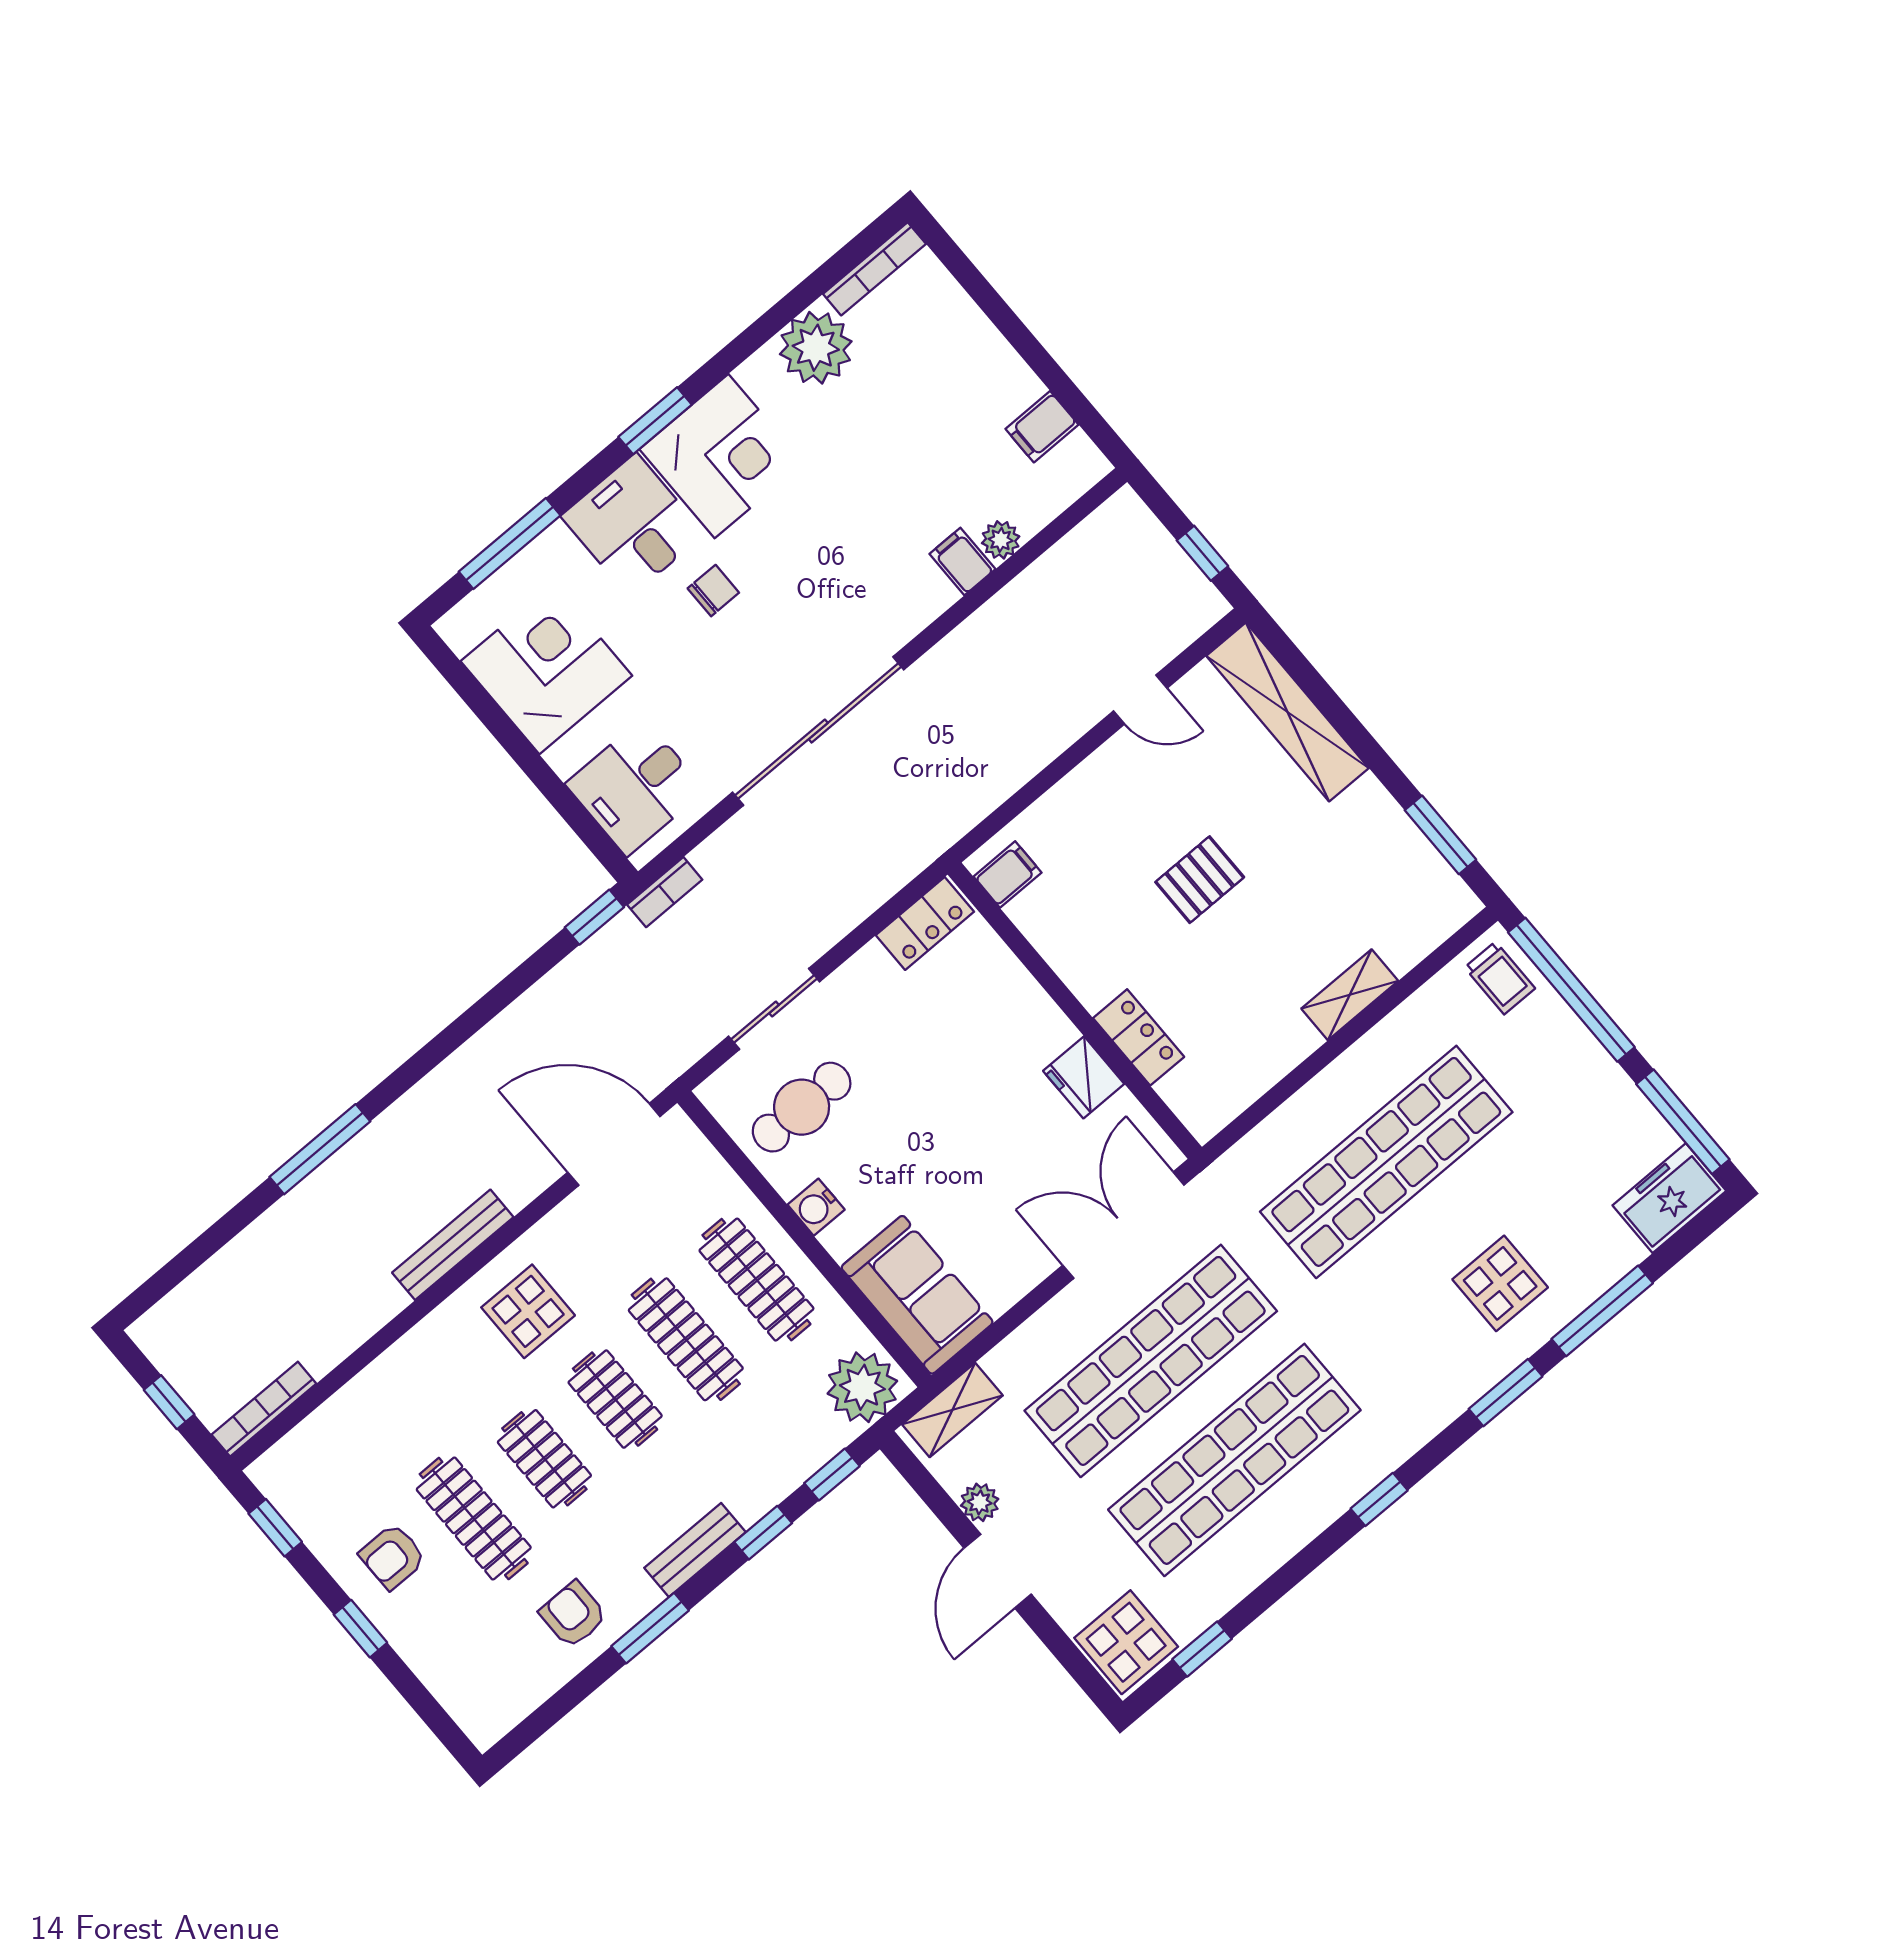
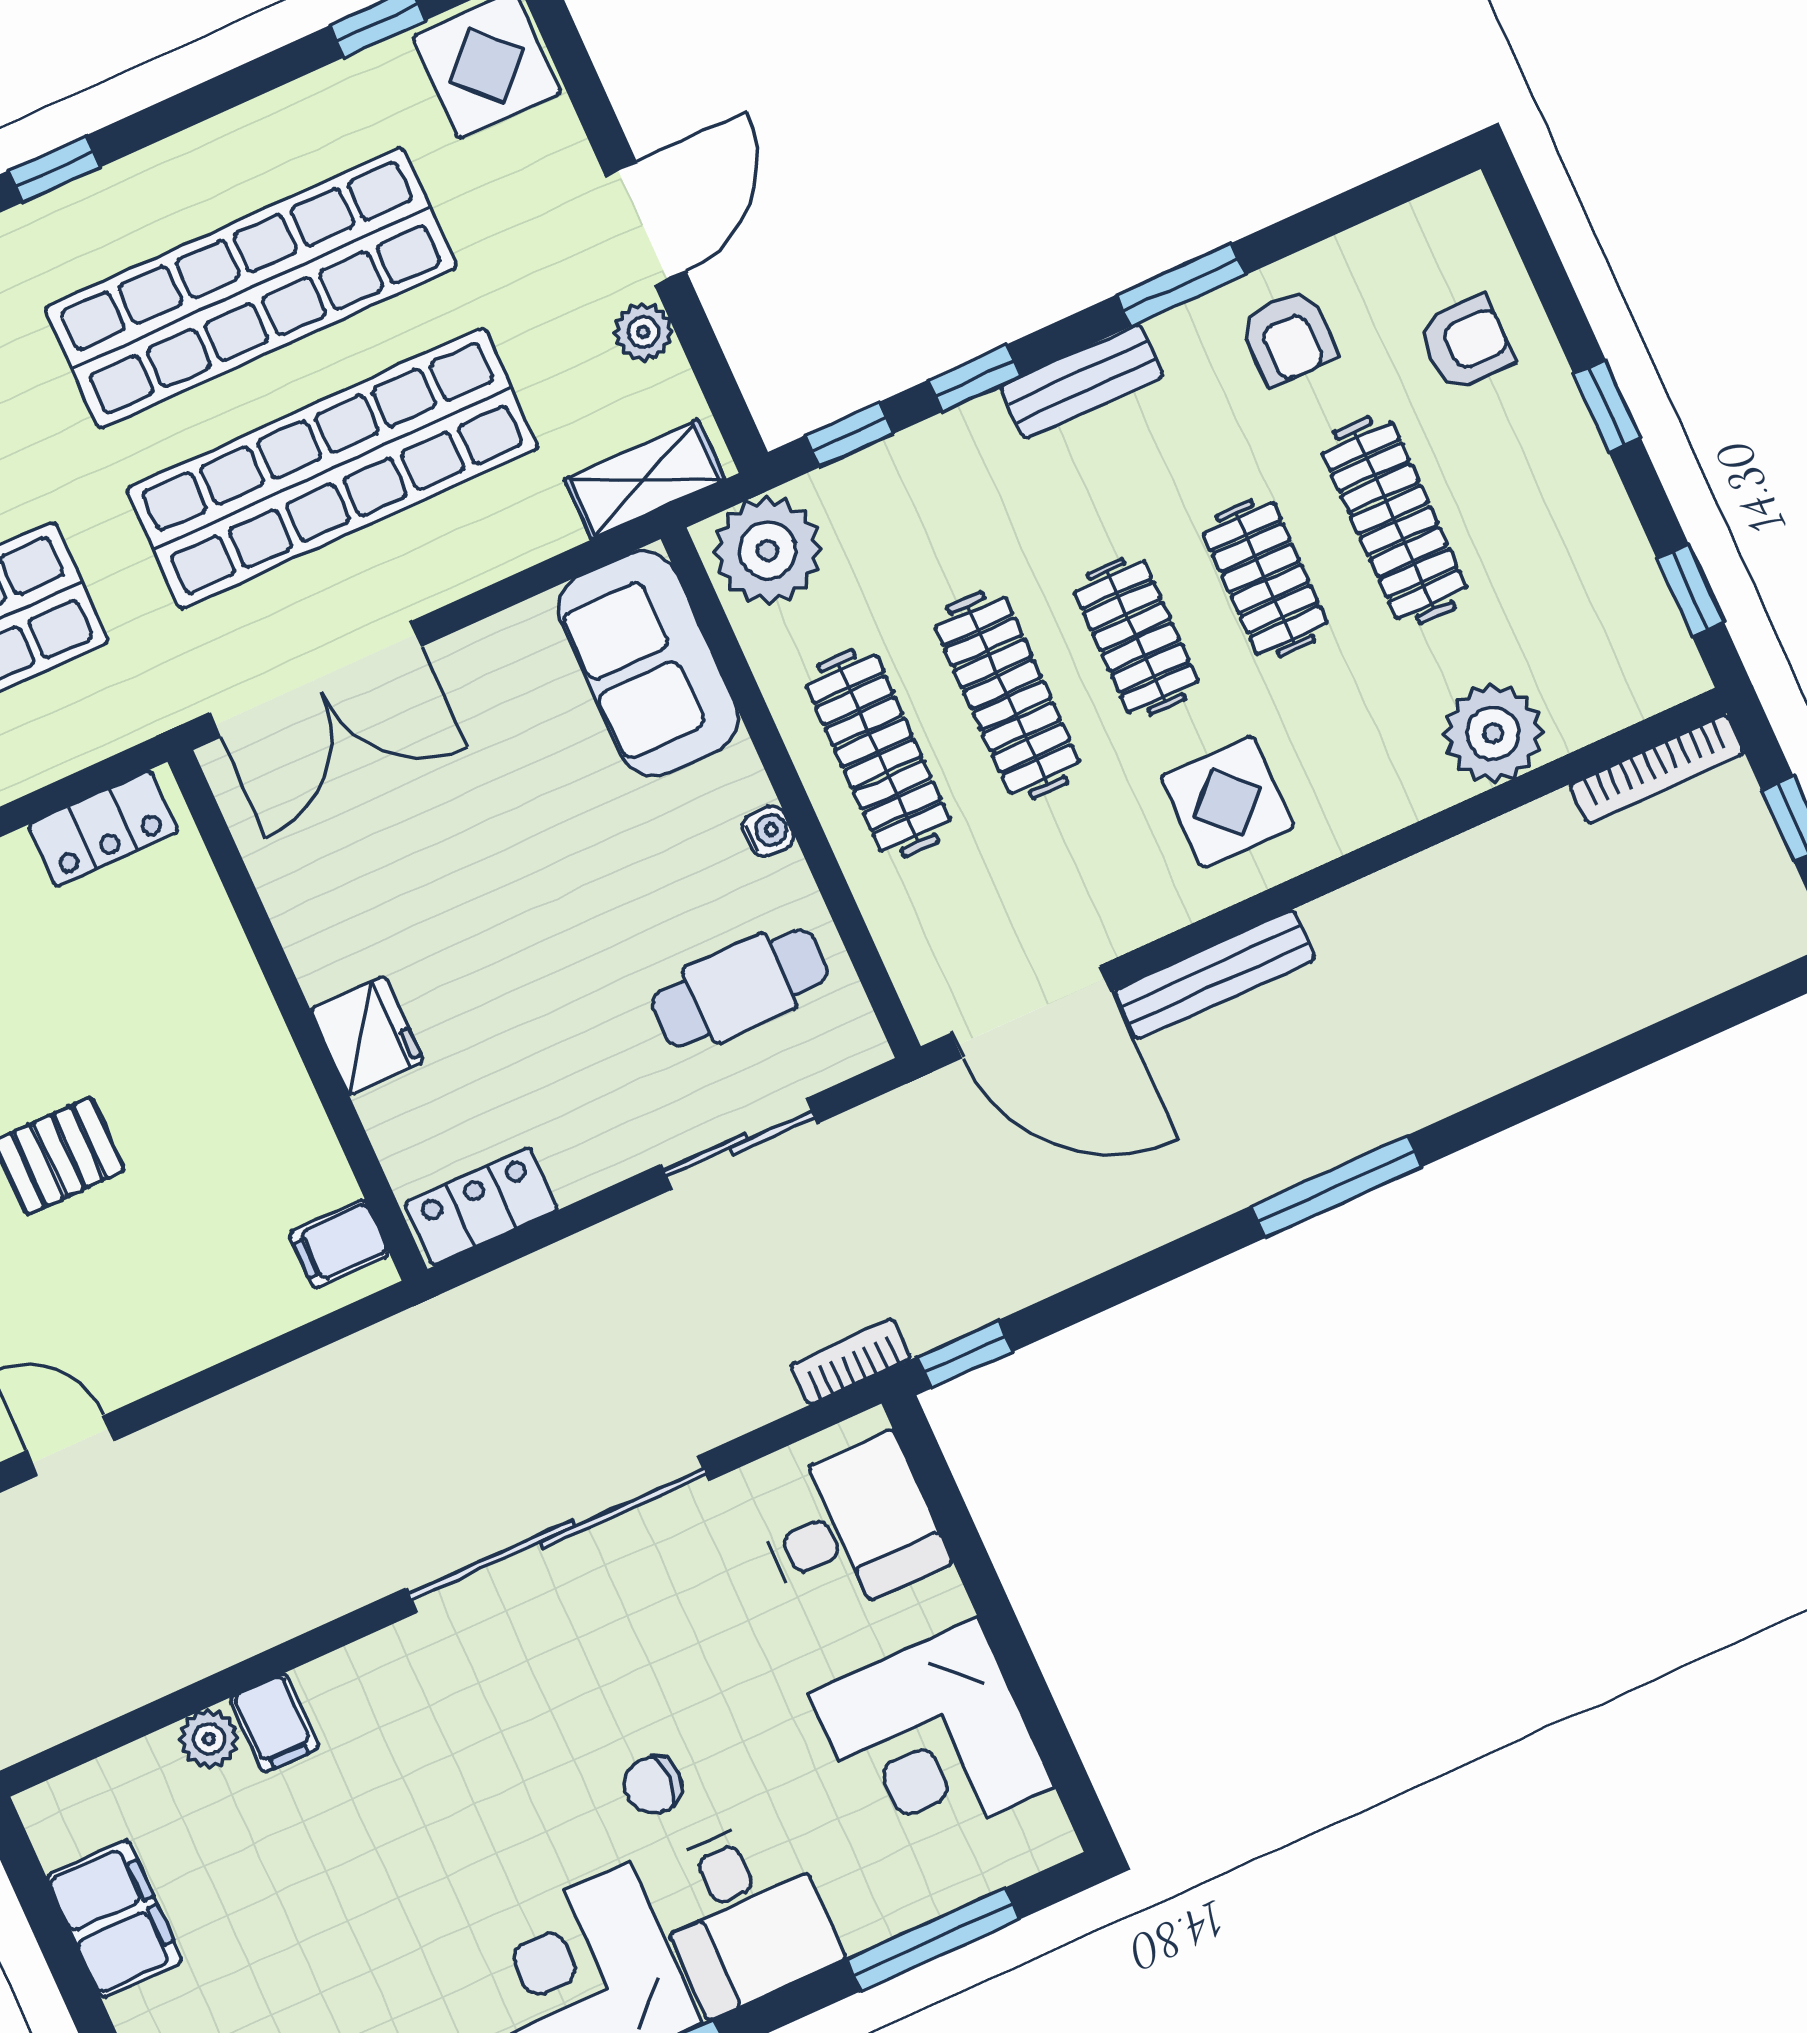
filing cabinet: (1042, 427) -> (115, 1919), width x2.00
locker: (1139, 1037) -> (103, 828), moved, turned -90
fridge: (1084, 1077) -> (367, 1035), moved
window: (320, 1149) -> (1336, 1186), moved
water cooler: (816, 1207) -> (768, 831), width x0.72, depth x0.72
bench: (453, 1245) -> (1215, 975), moved
plant: (373, 1402) -> (1493, 733), added
armchair: (392, 1557) -> (1466, 343), moved

